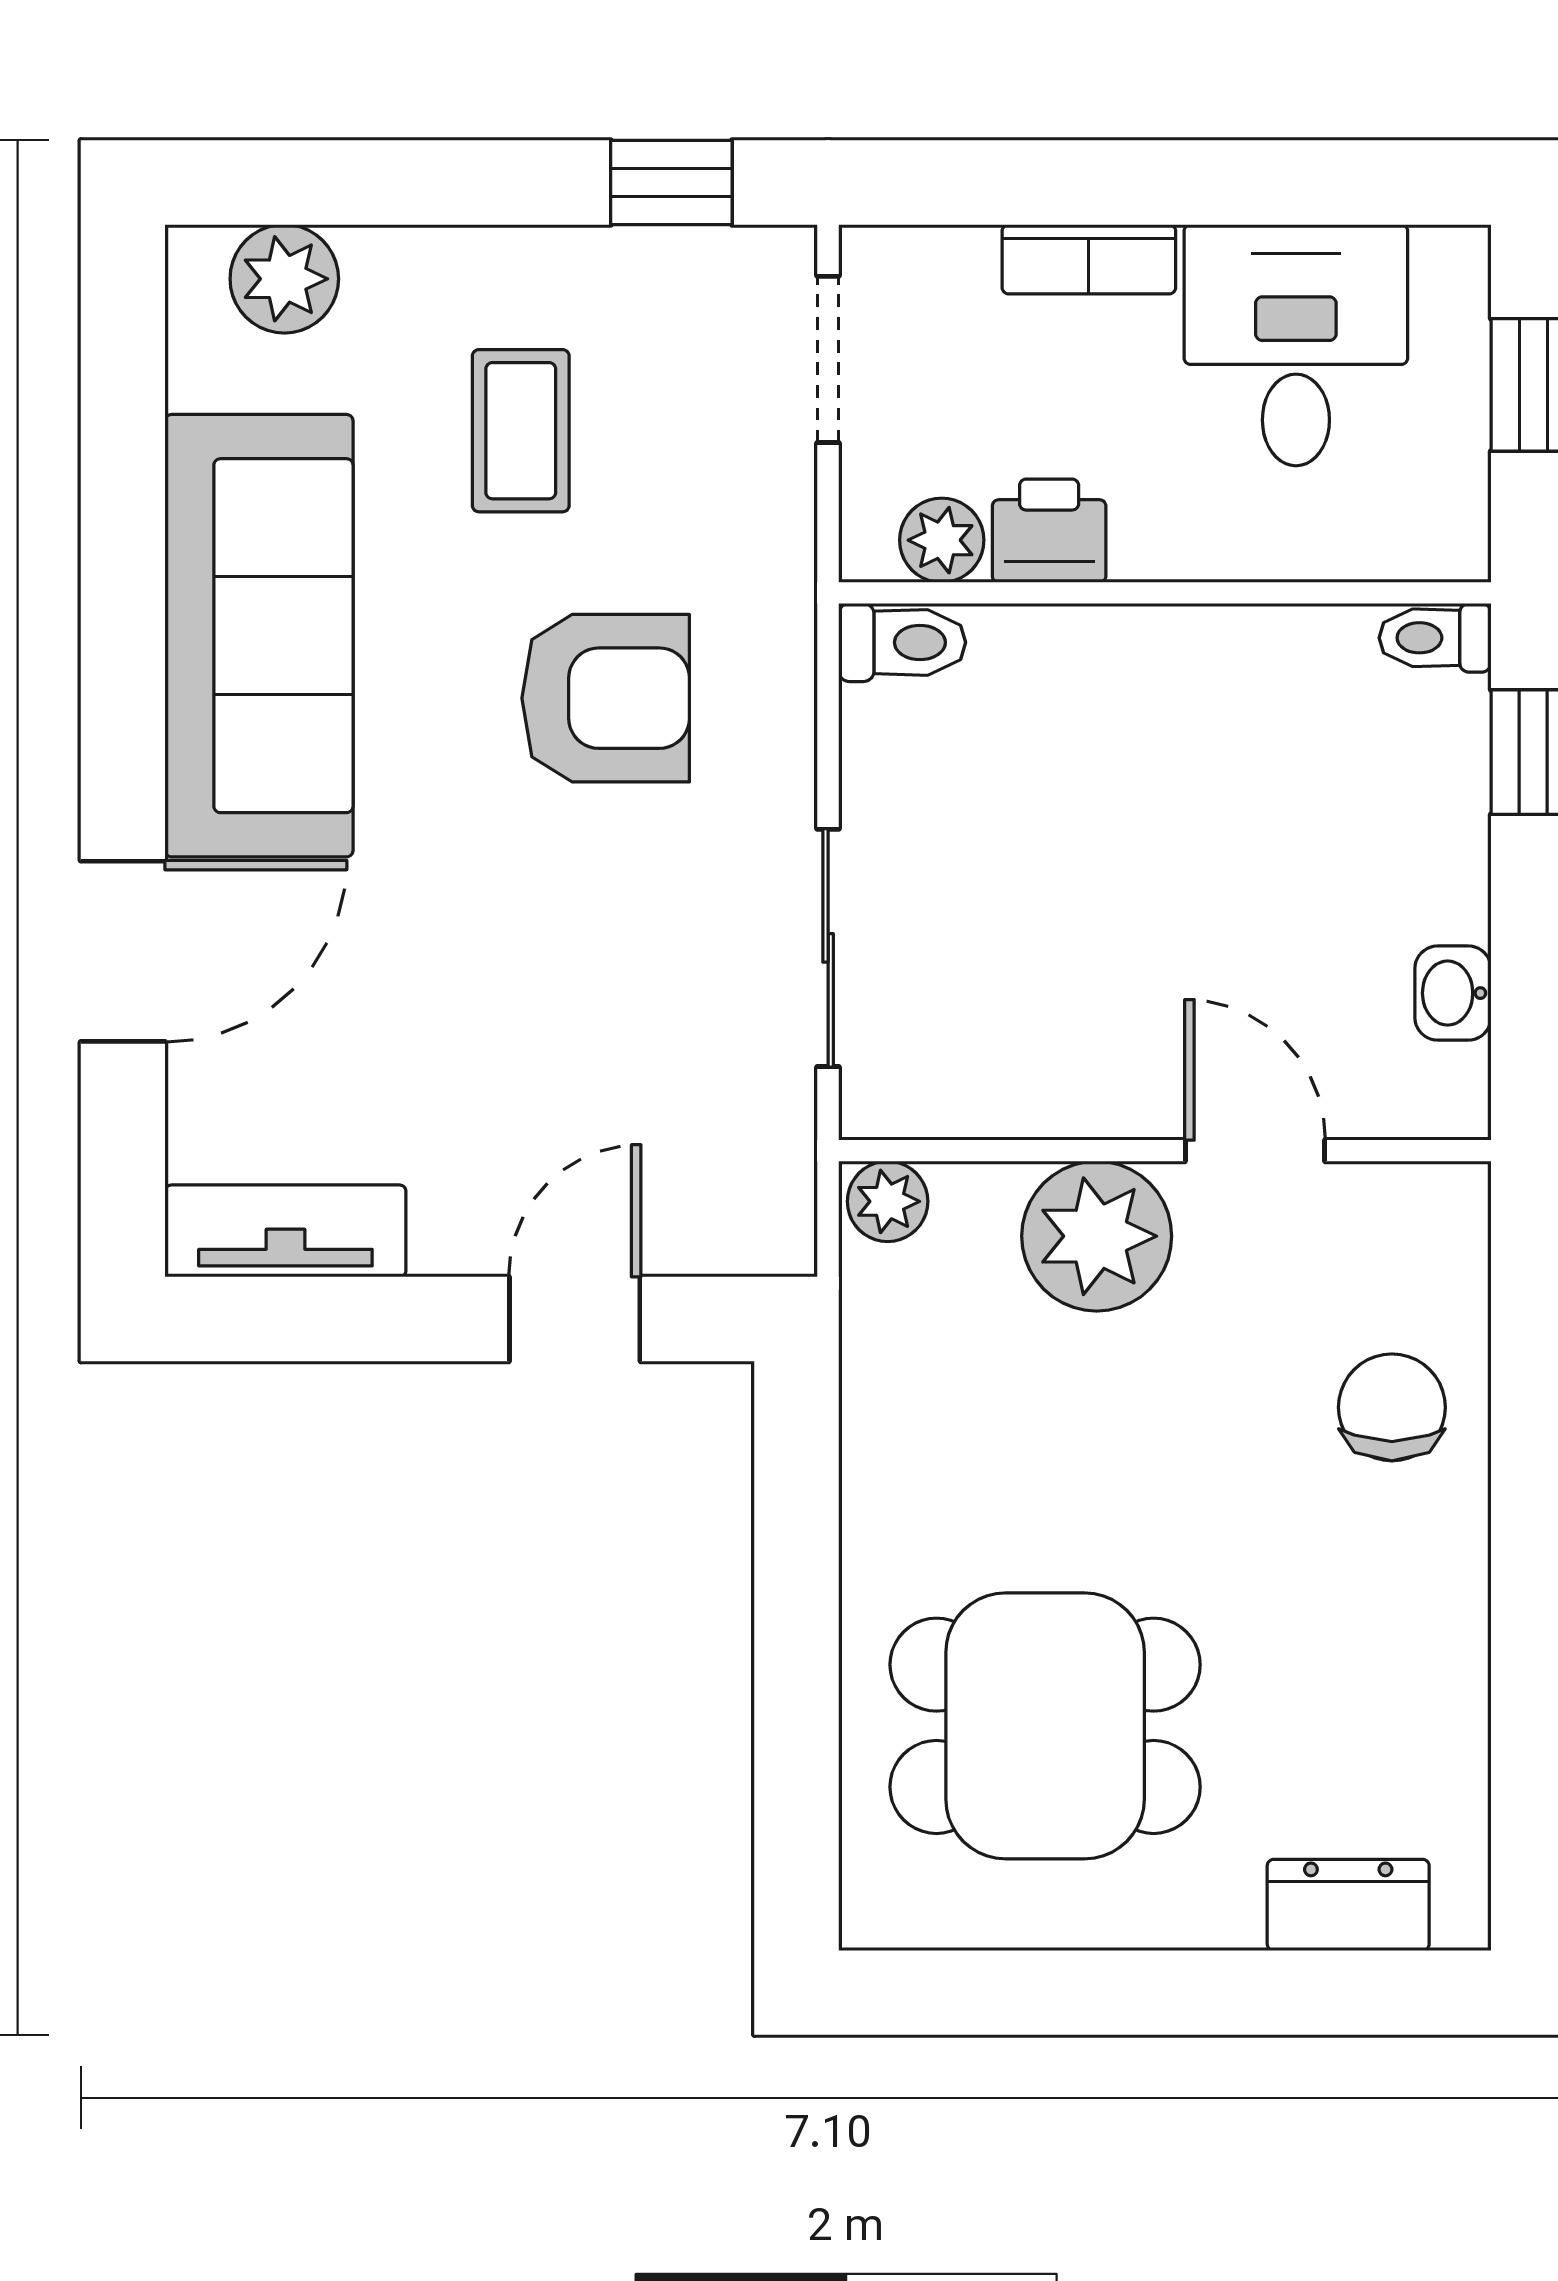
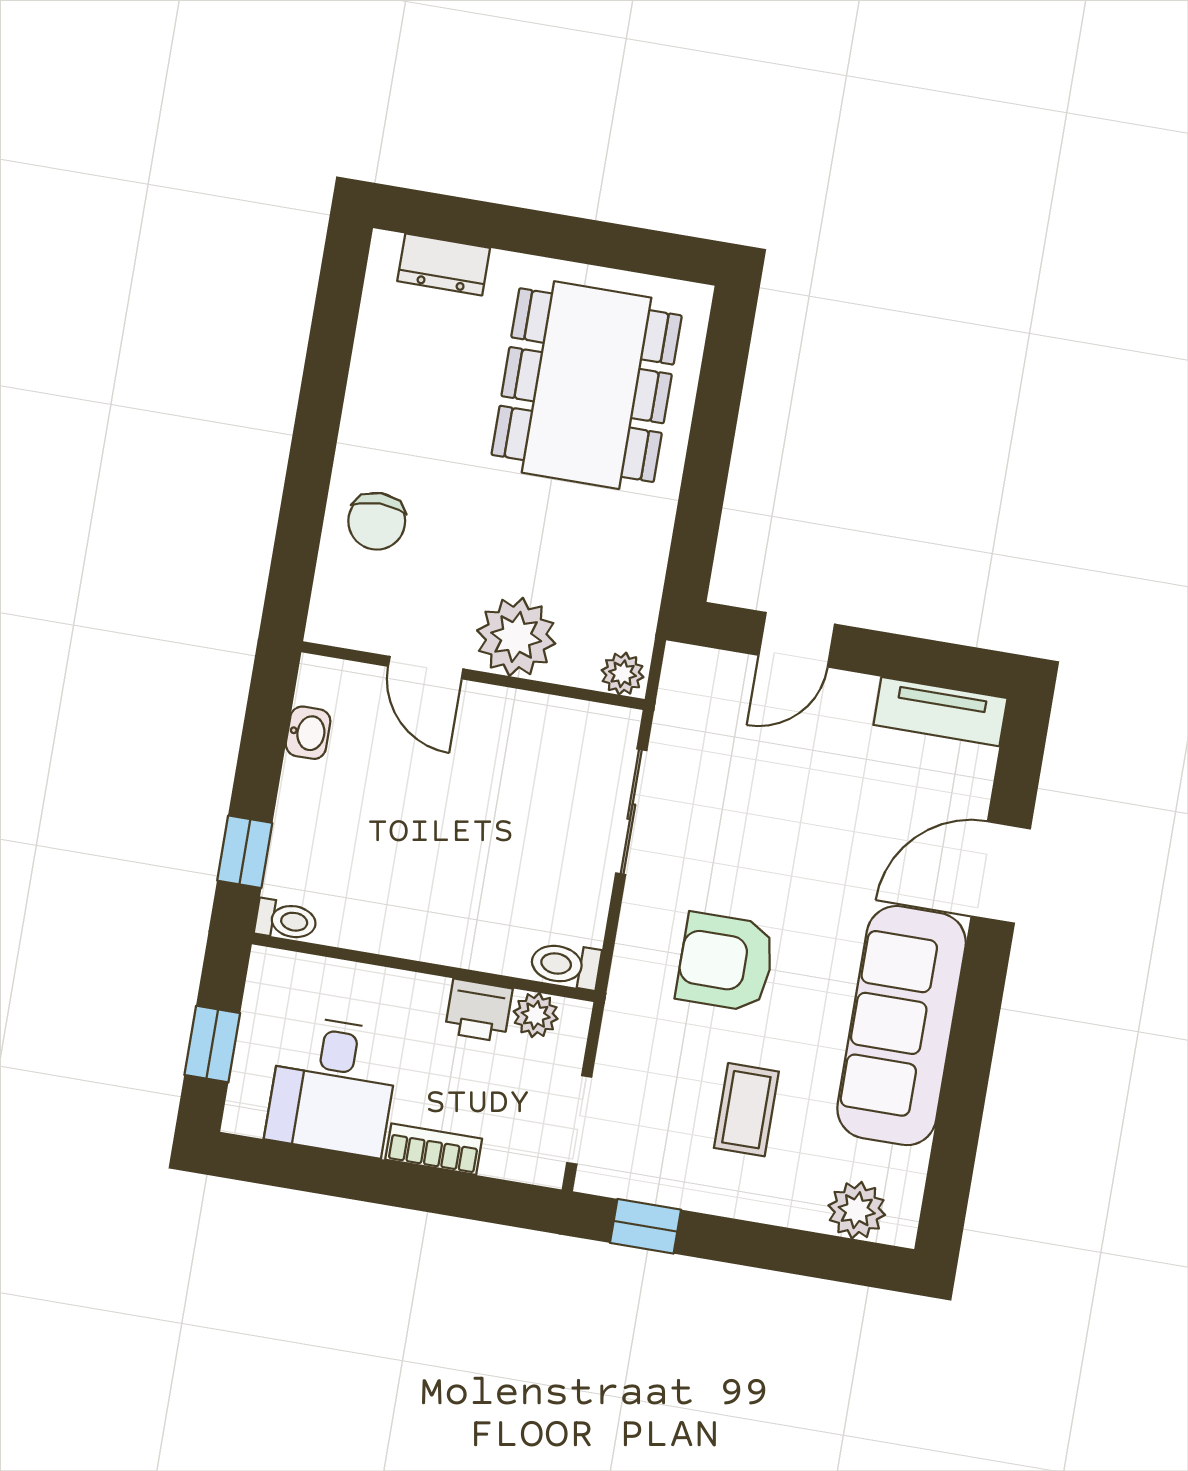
dining table: (1045, 1726) -> (587, 385), width x1.38

